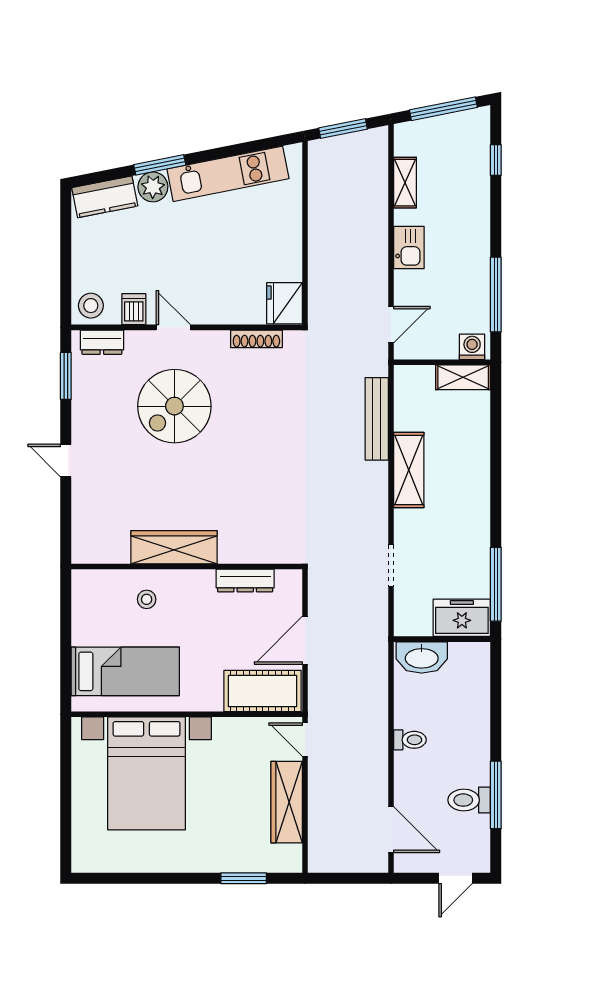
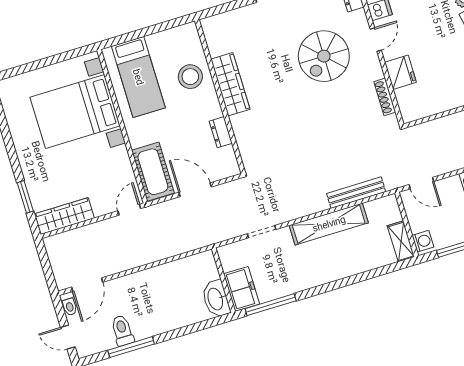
fridge: (285, 303) -> (400, 72), moved, turned 90
spiral stairs: (174, 406) -> (324, 56), turned -90
shelving: (409, 470) -> (329, 224), width x1.47
dresser: (245, 581) -> (221, 132), width x0.70
stool: (147, 599) -> (190, 77), width x1.89, depth x1.89
washbasin: (422, 657) -> (216, 299), moved
toilet: (410, 740) -> (69, 304), moved
wardrobe: (287, 802) -> (64, 216), moved

